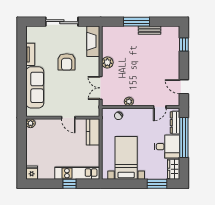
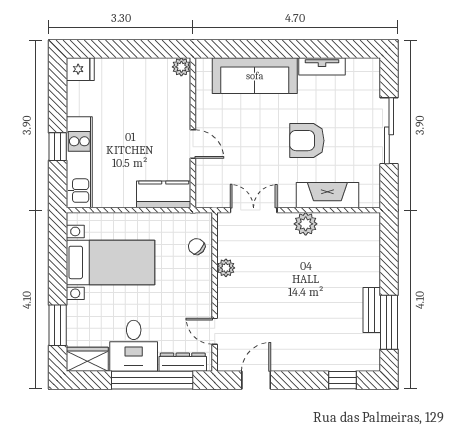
window: (137, 22) -> (389, 322), moved
fireplace: (93, 41) -> (327, 195), moved
door: (68, 118) -> (193, 144), swing flipped

